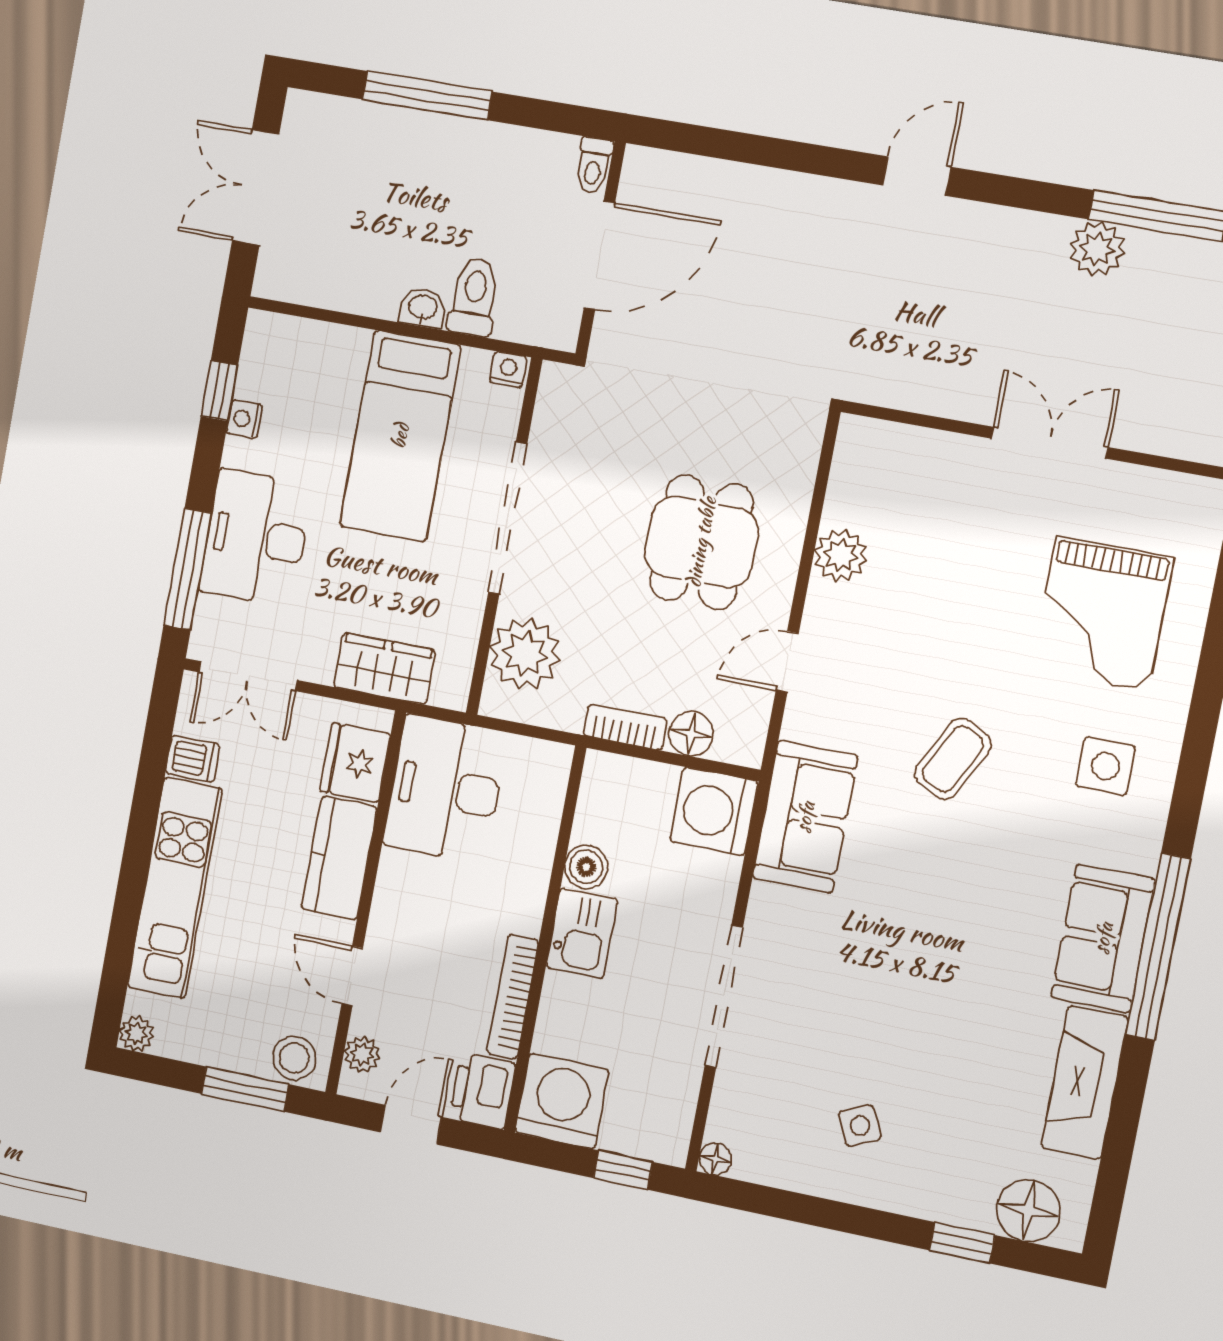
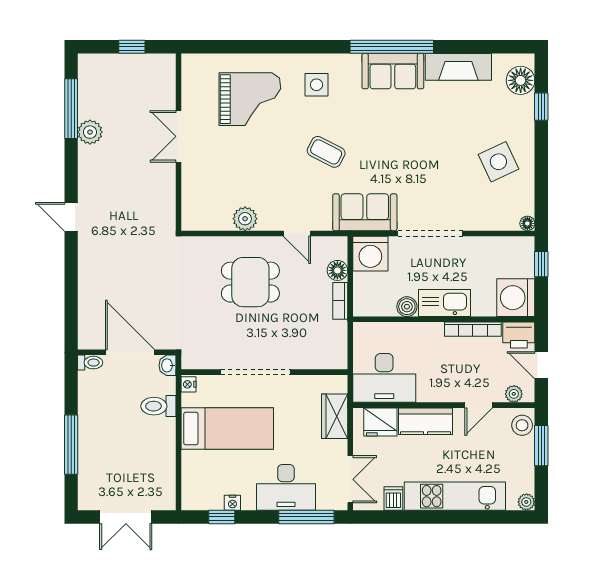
washbasin: (423, 308) -> (167, 365), moved
plant: (525, 654) -> (316, 353), removed
kitchen sink: (582, 933) -> (445, 303), width x1.38
doorway: (724, 996) -> (430, 233), moved
side table: (860, 1126) -> (498, 162), width x1.87, depth x1.87

